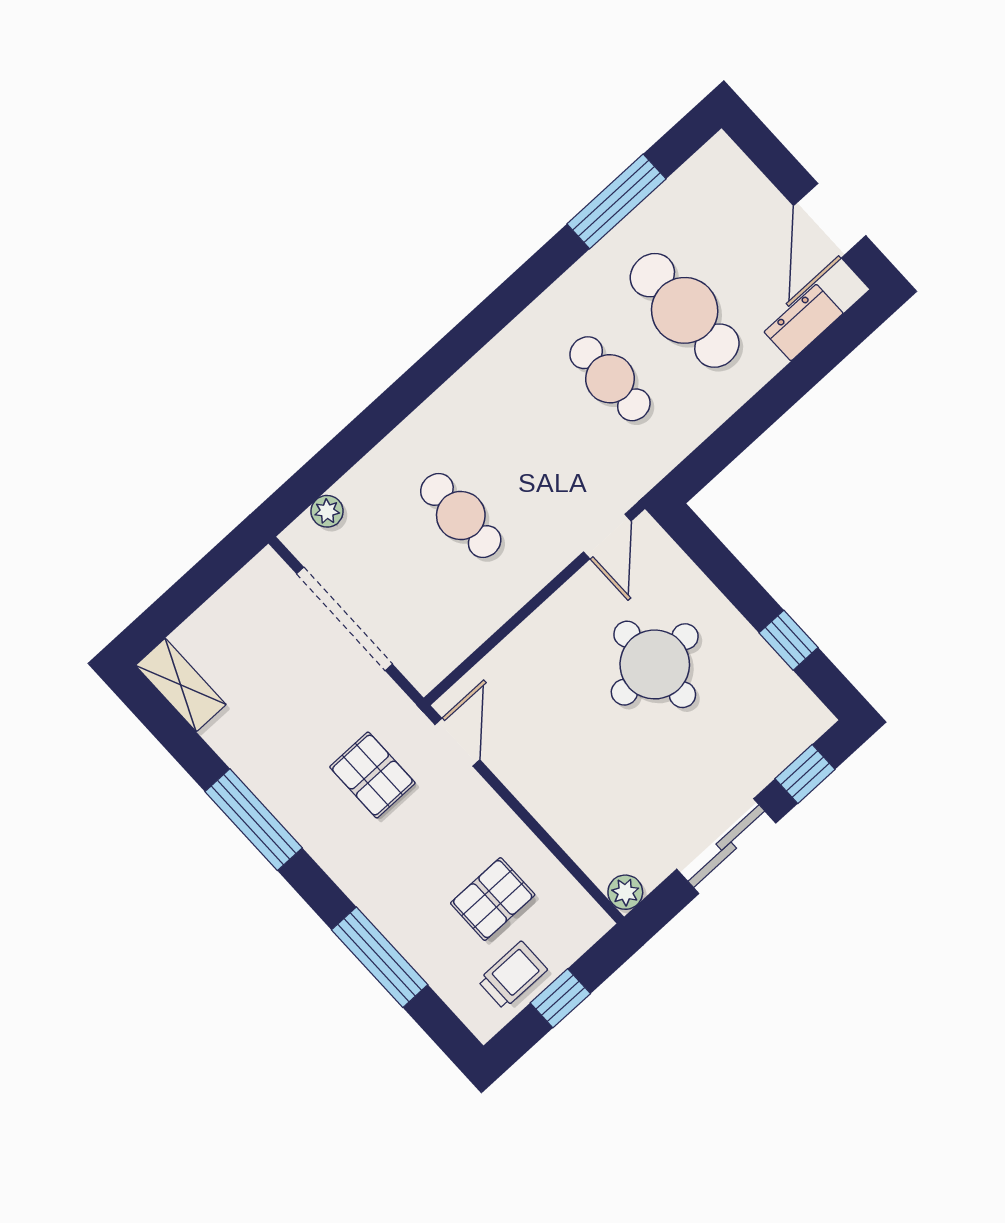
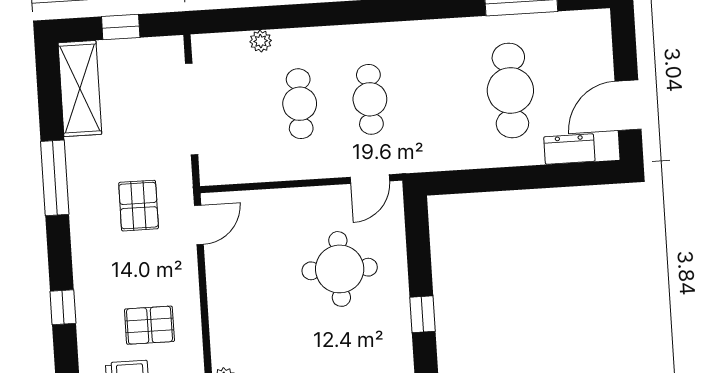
cafe table: (610, 379) -> (370, 99), moved
plant: (327, 511) -> (261, 41), moved
window: (191, 591) -> (121, 27), added
shelving: (181, 685) -> (80, 89), width x1.50, depth x1.33
window: (380, 957) -> (63, 307), width x0.46

